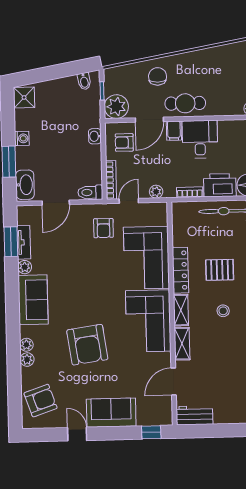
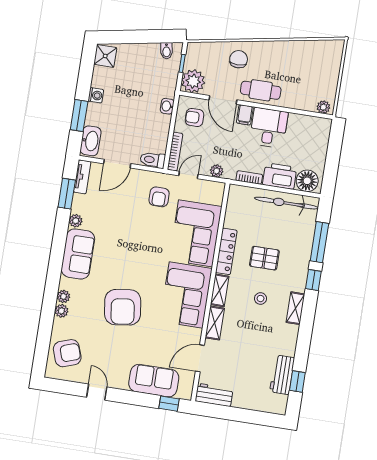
door: (149, 120) -> (223, 100), hinge flipped
tv unit: (24, 242) -> (82, 177), moved
sofa: (111, 413) -> (154, 381), moved

